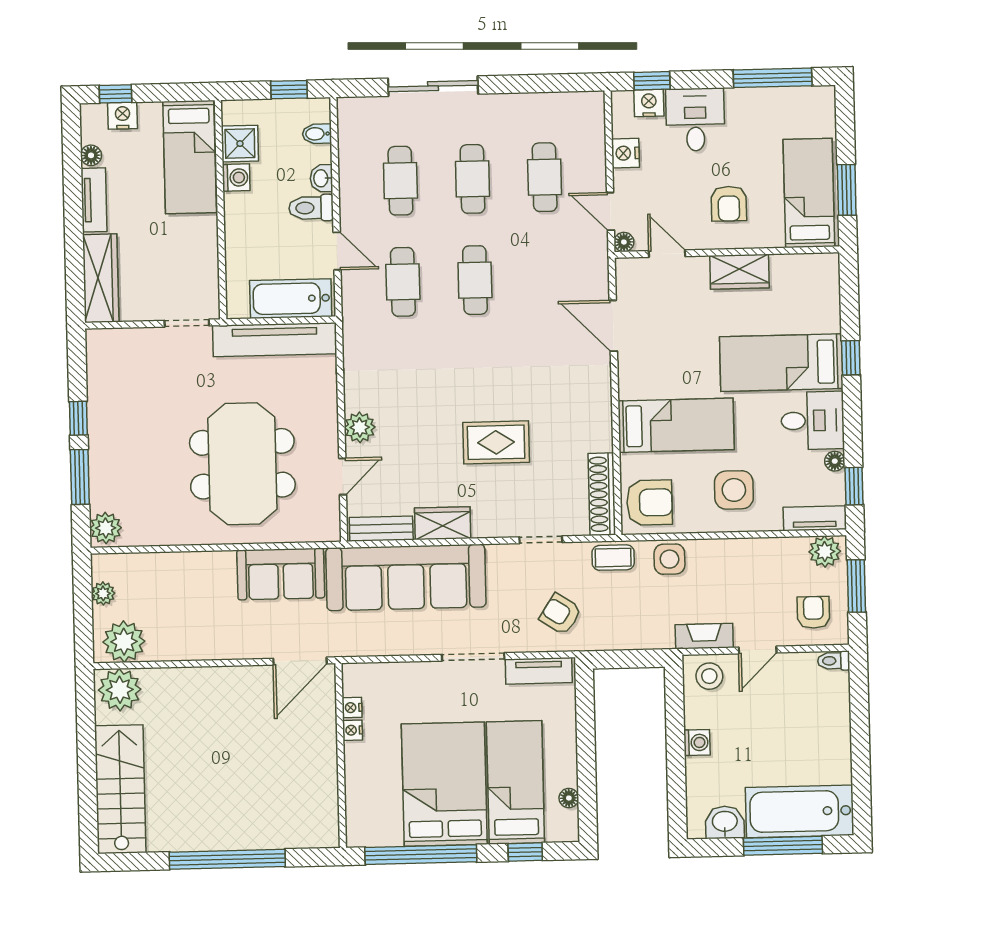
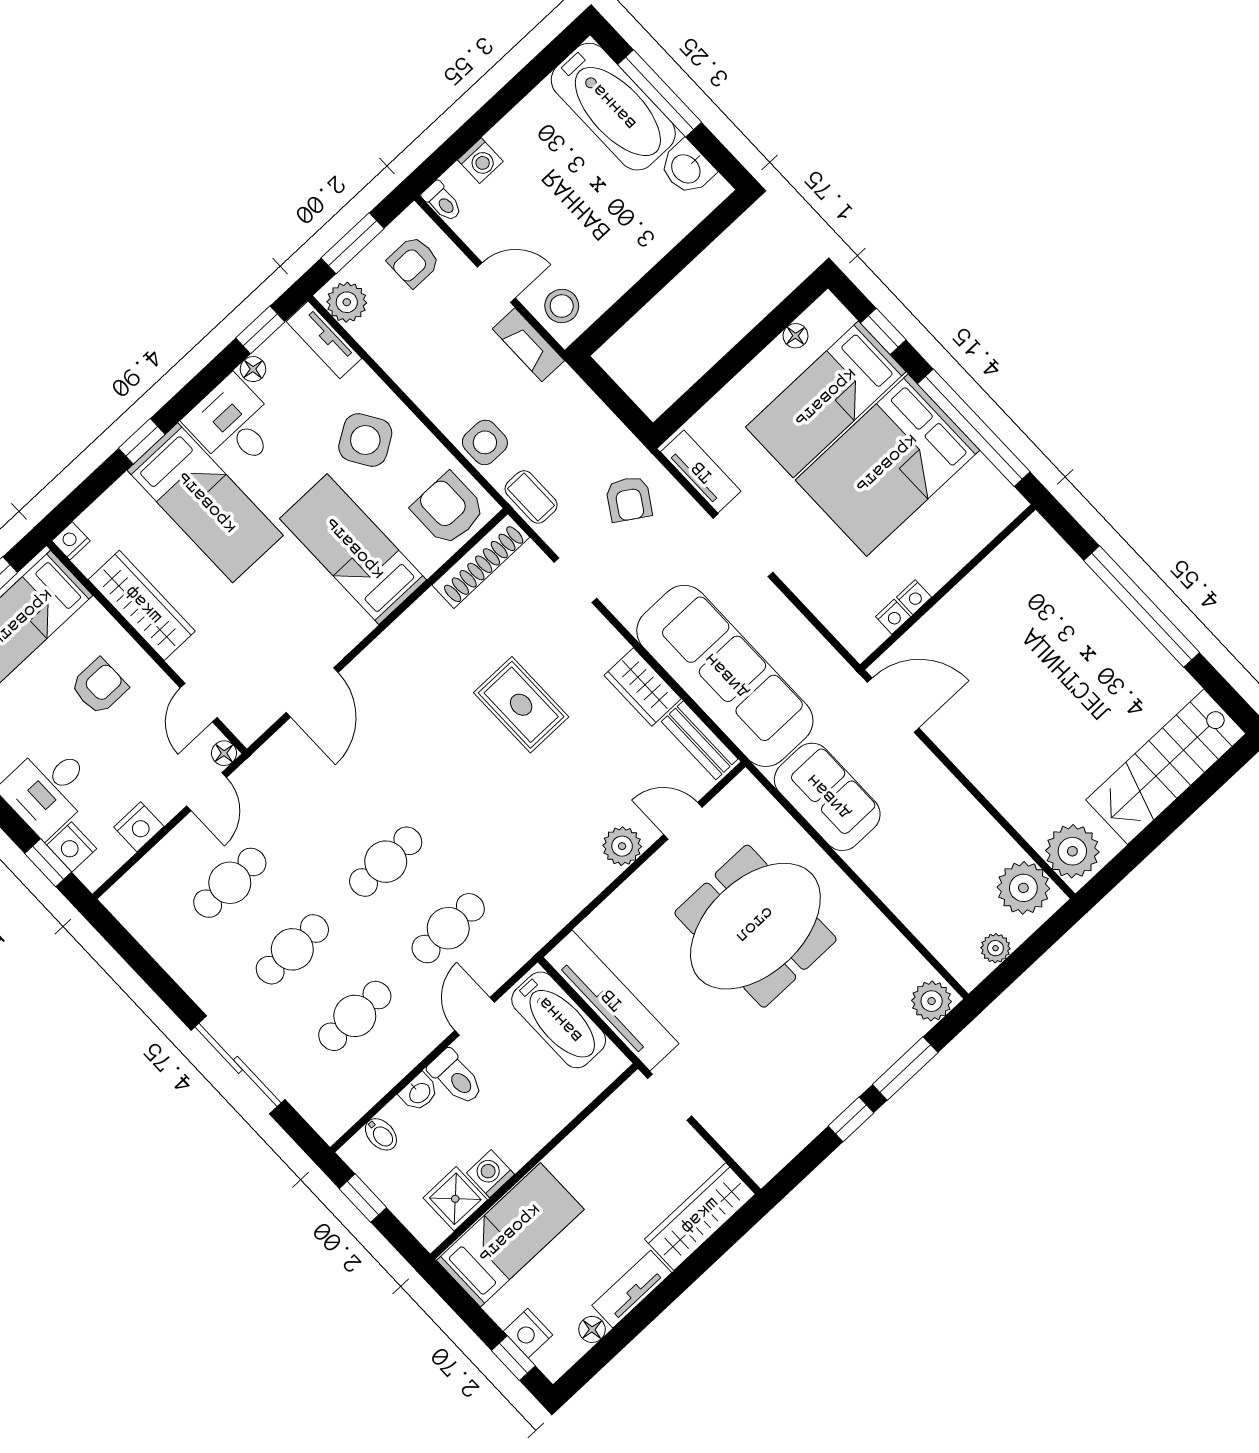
nightstand: (829, 264) -> (71, 541), added
wardrobe: (740, 272) -> (142, 605), width x1.50
side table: (734, 490) -> (365, 440), turned -32
washing machine: (697, 742) -> (480, 161), moved, turned 180

